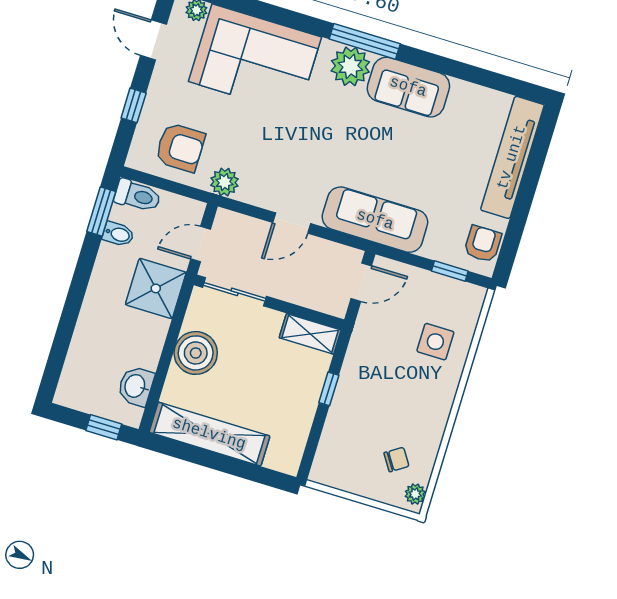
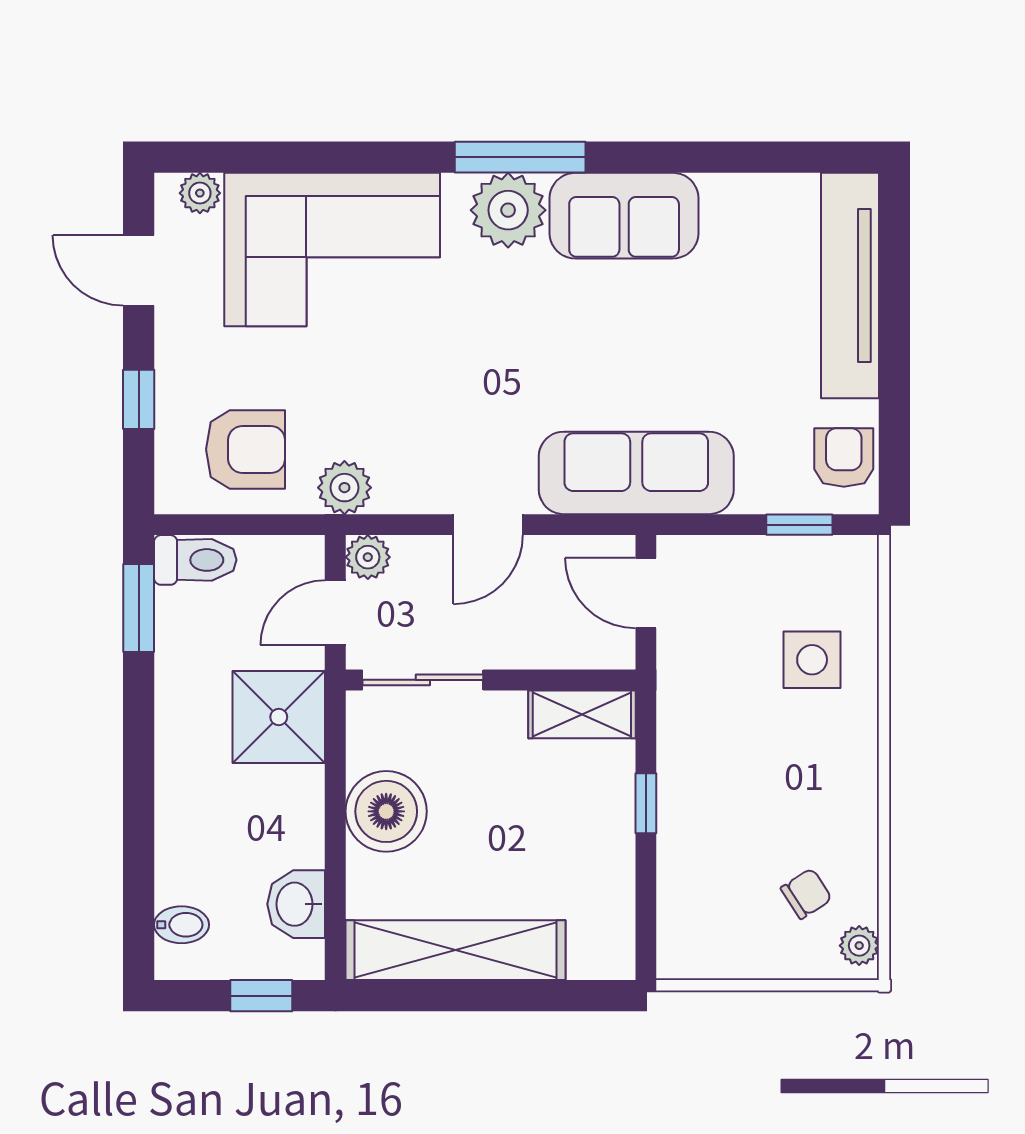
plant: (226, 221) -> (368, 557), added
bidet: (118, 234) -> (182, 925), moved
door: (361, 282) -> (646, 593), swing flipped

